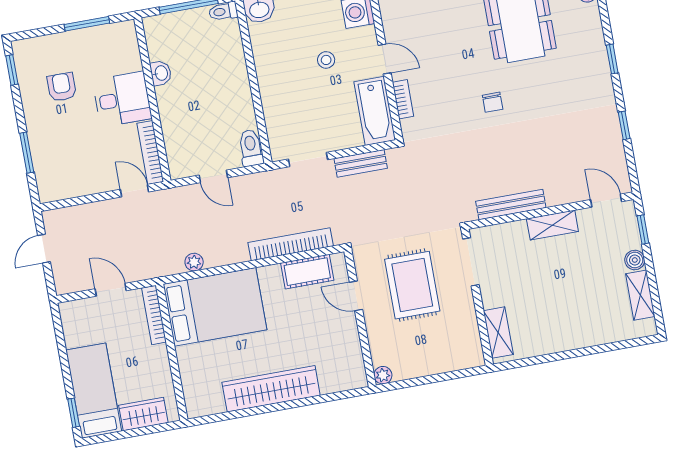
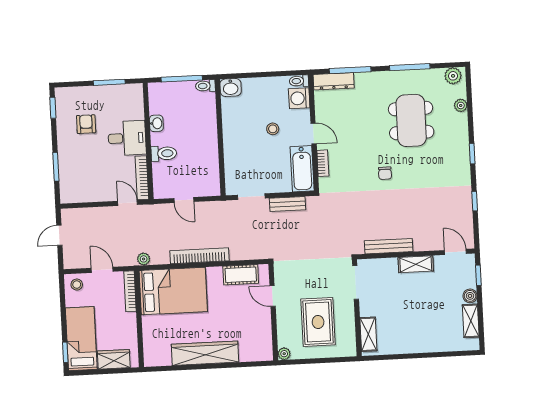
toilet: (251, 148) -> (164, 153), moved, turned 90
bookcase: (291, 244) -> (199, 256), moved
plant: (194, 262) -> (144, 259), moved
rug: (412, 285) -> (318, 322), moved
stool: (78, 315) -> (77, 285), added

